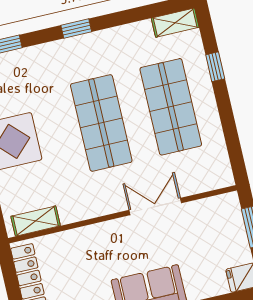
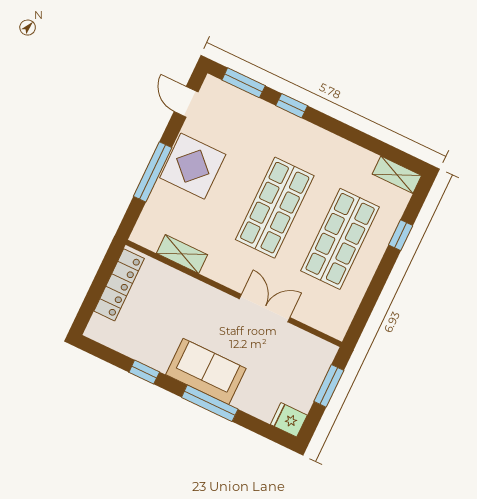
window: (76, 28) -> (292, 106), moved
shelving: (36, 221) -> (182, 254), moved

